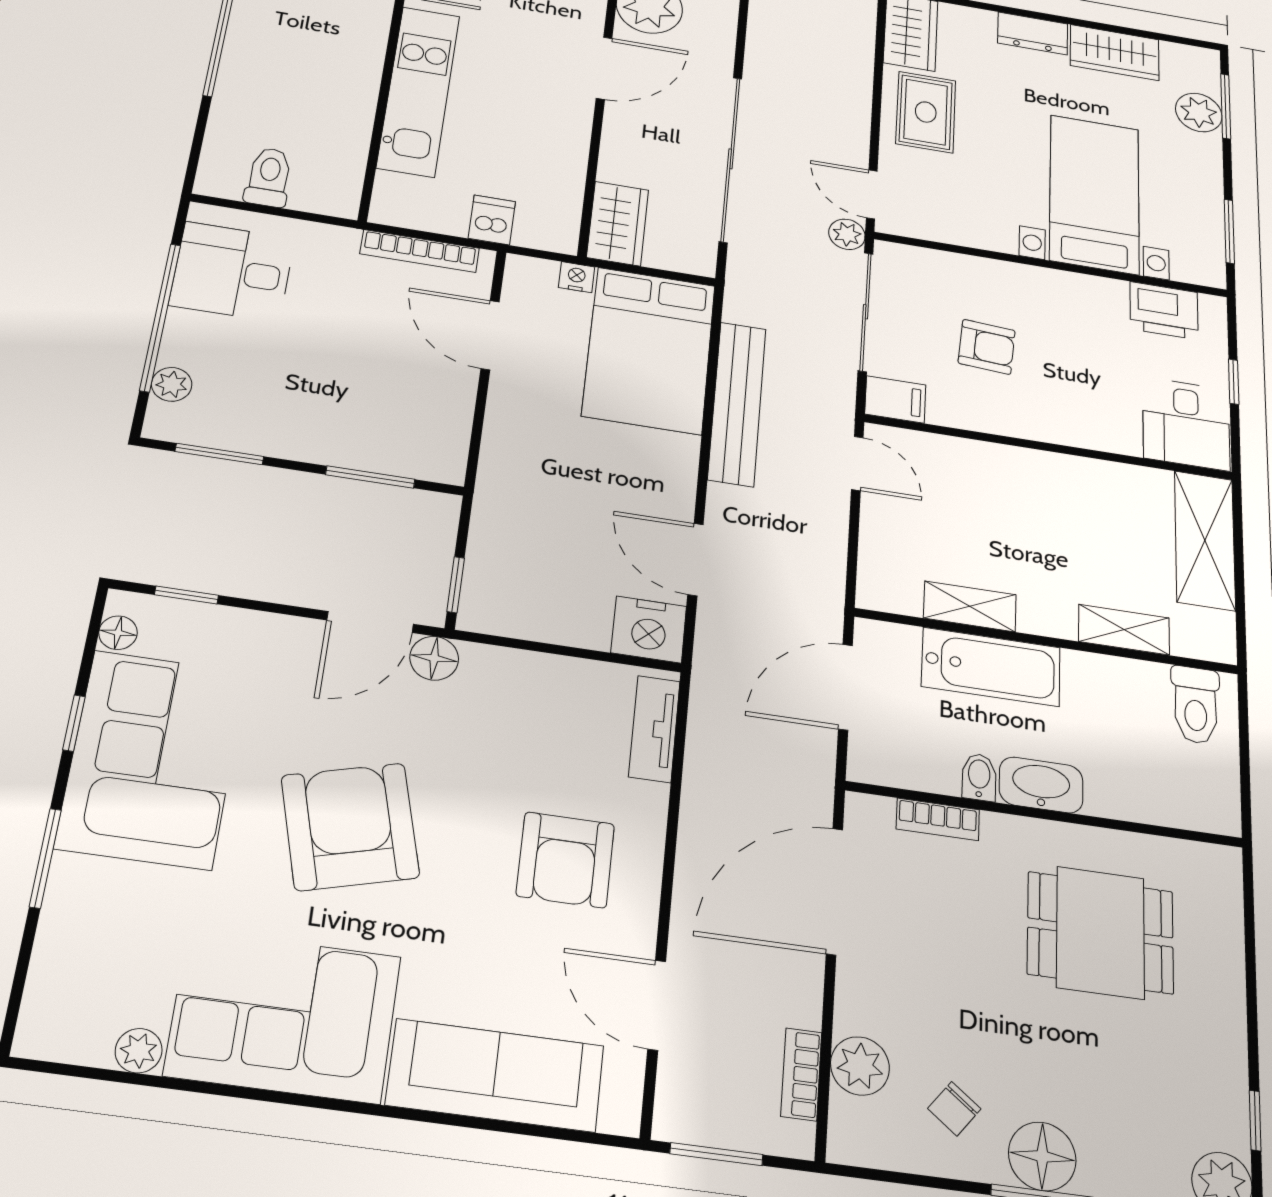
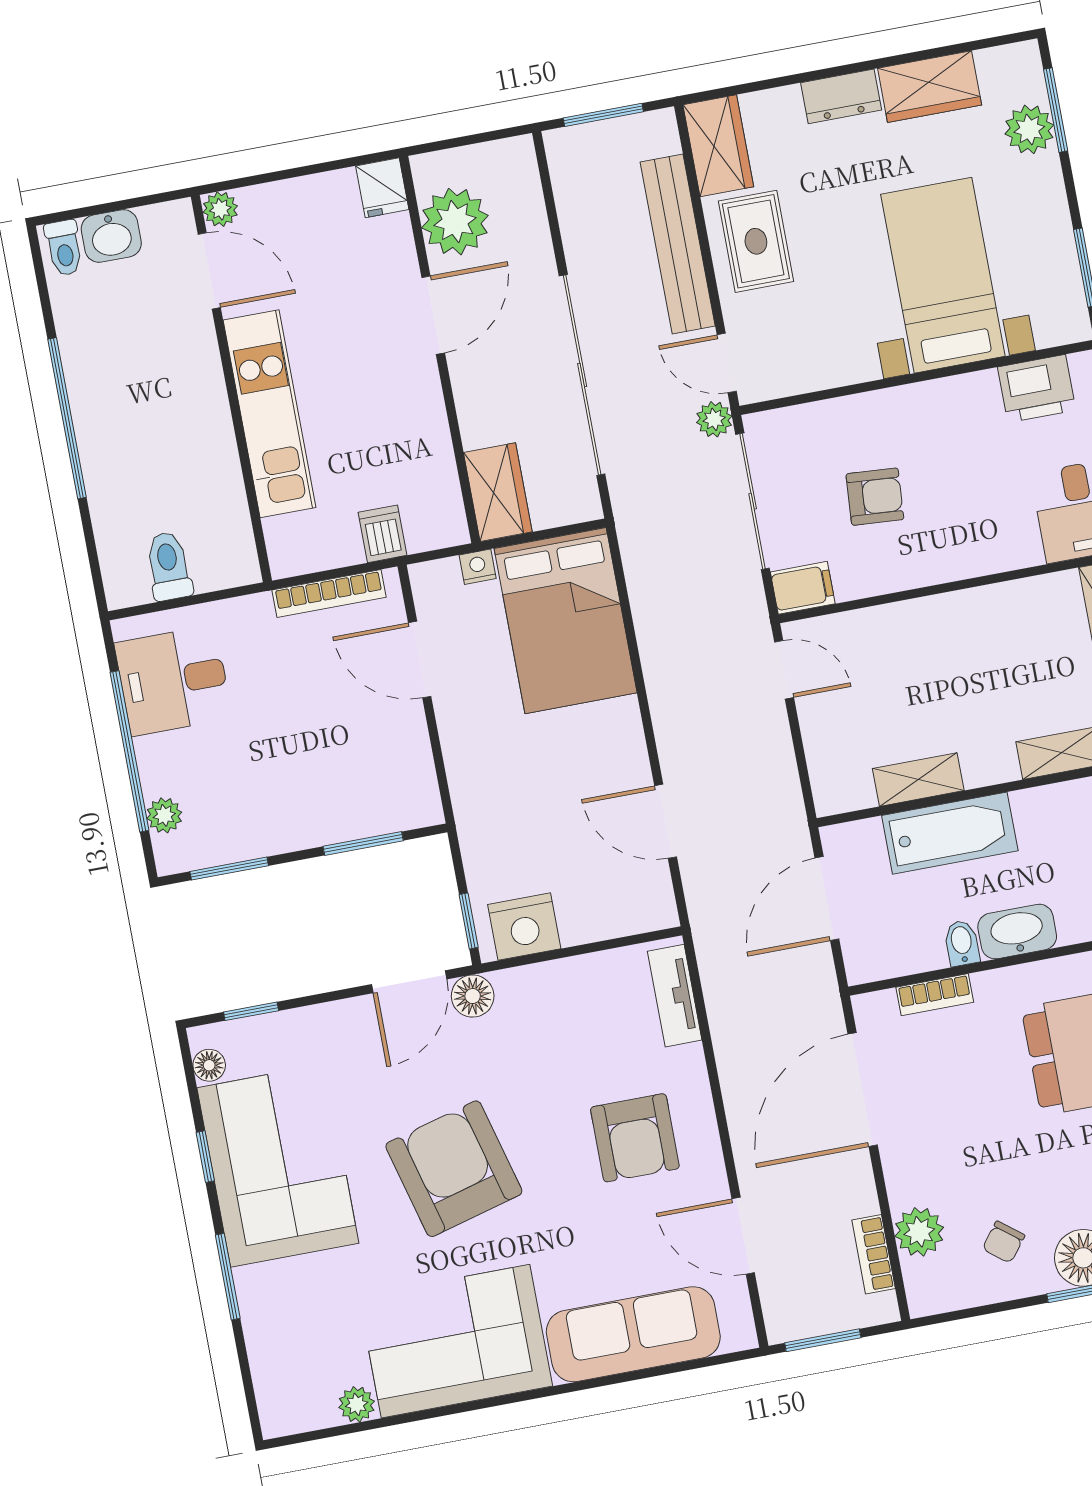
bench: (737, 403) -> (678, 244), moved
nightstand: (649, 630) -> (524, 927), moved

